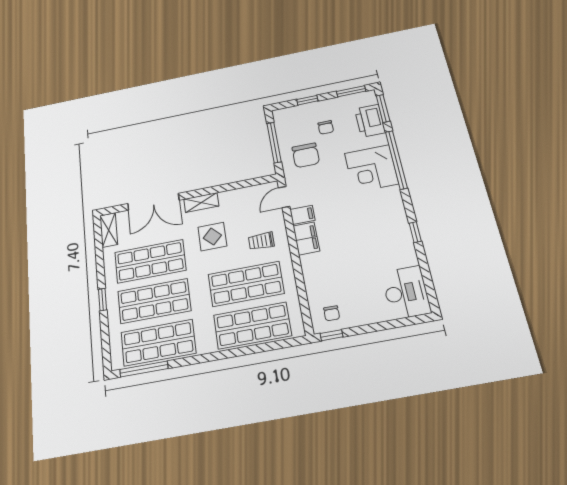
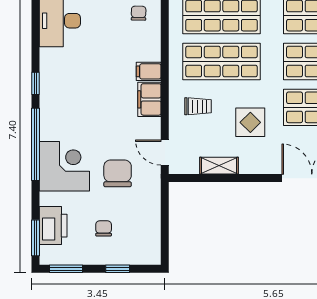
window: (274, 143) -> (165, 222), removed
chair: (306, 155) -> (118, 173), moved
window: (396, 160) -> (35, 144), moved
door: (284, 197) -> (165, 153), swing flipped
shelving: (201, 203) -> (219, 166), moved
filing cabinet: (302, 215) -> (149, 71), moved

